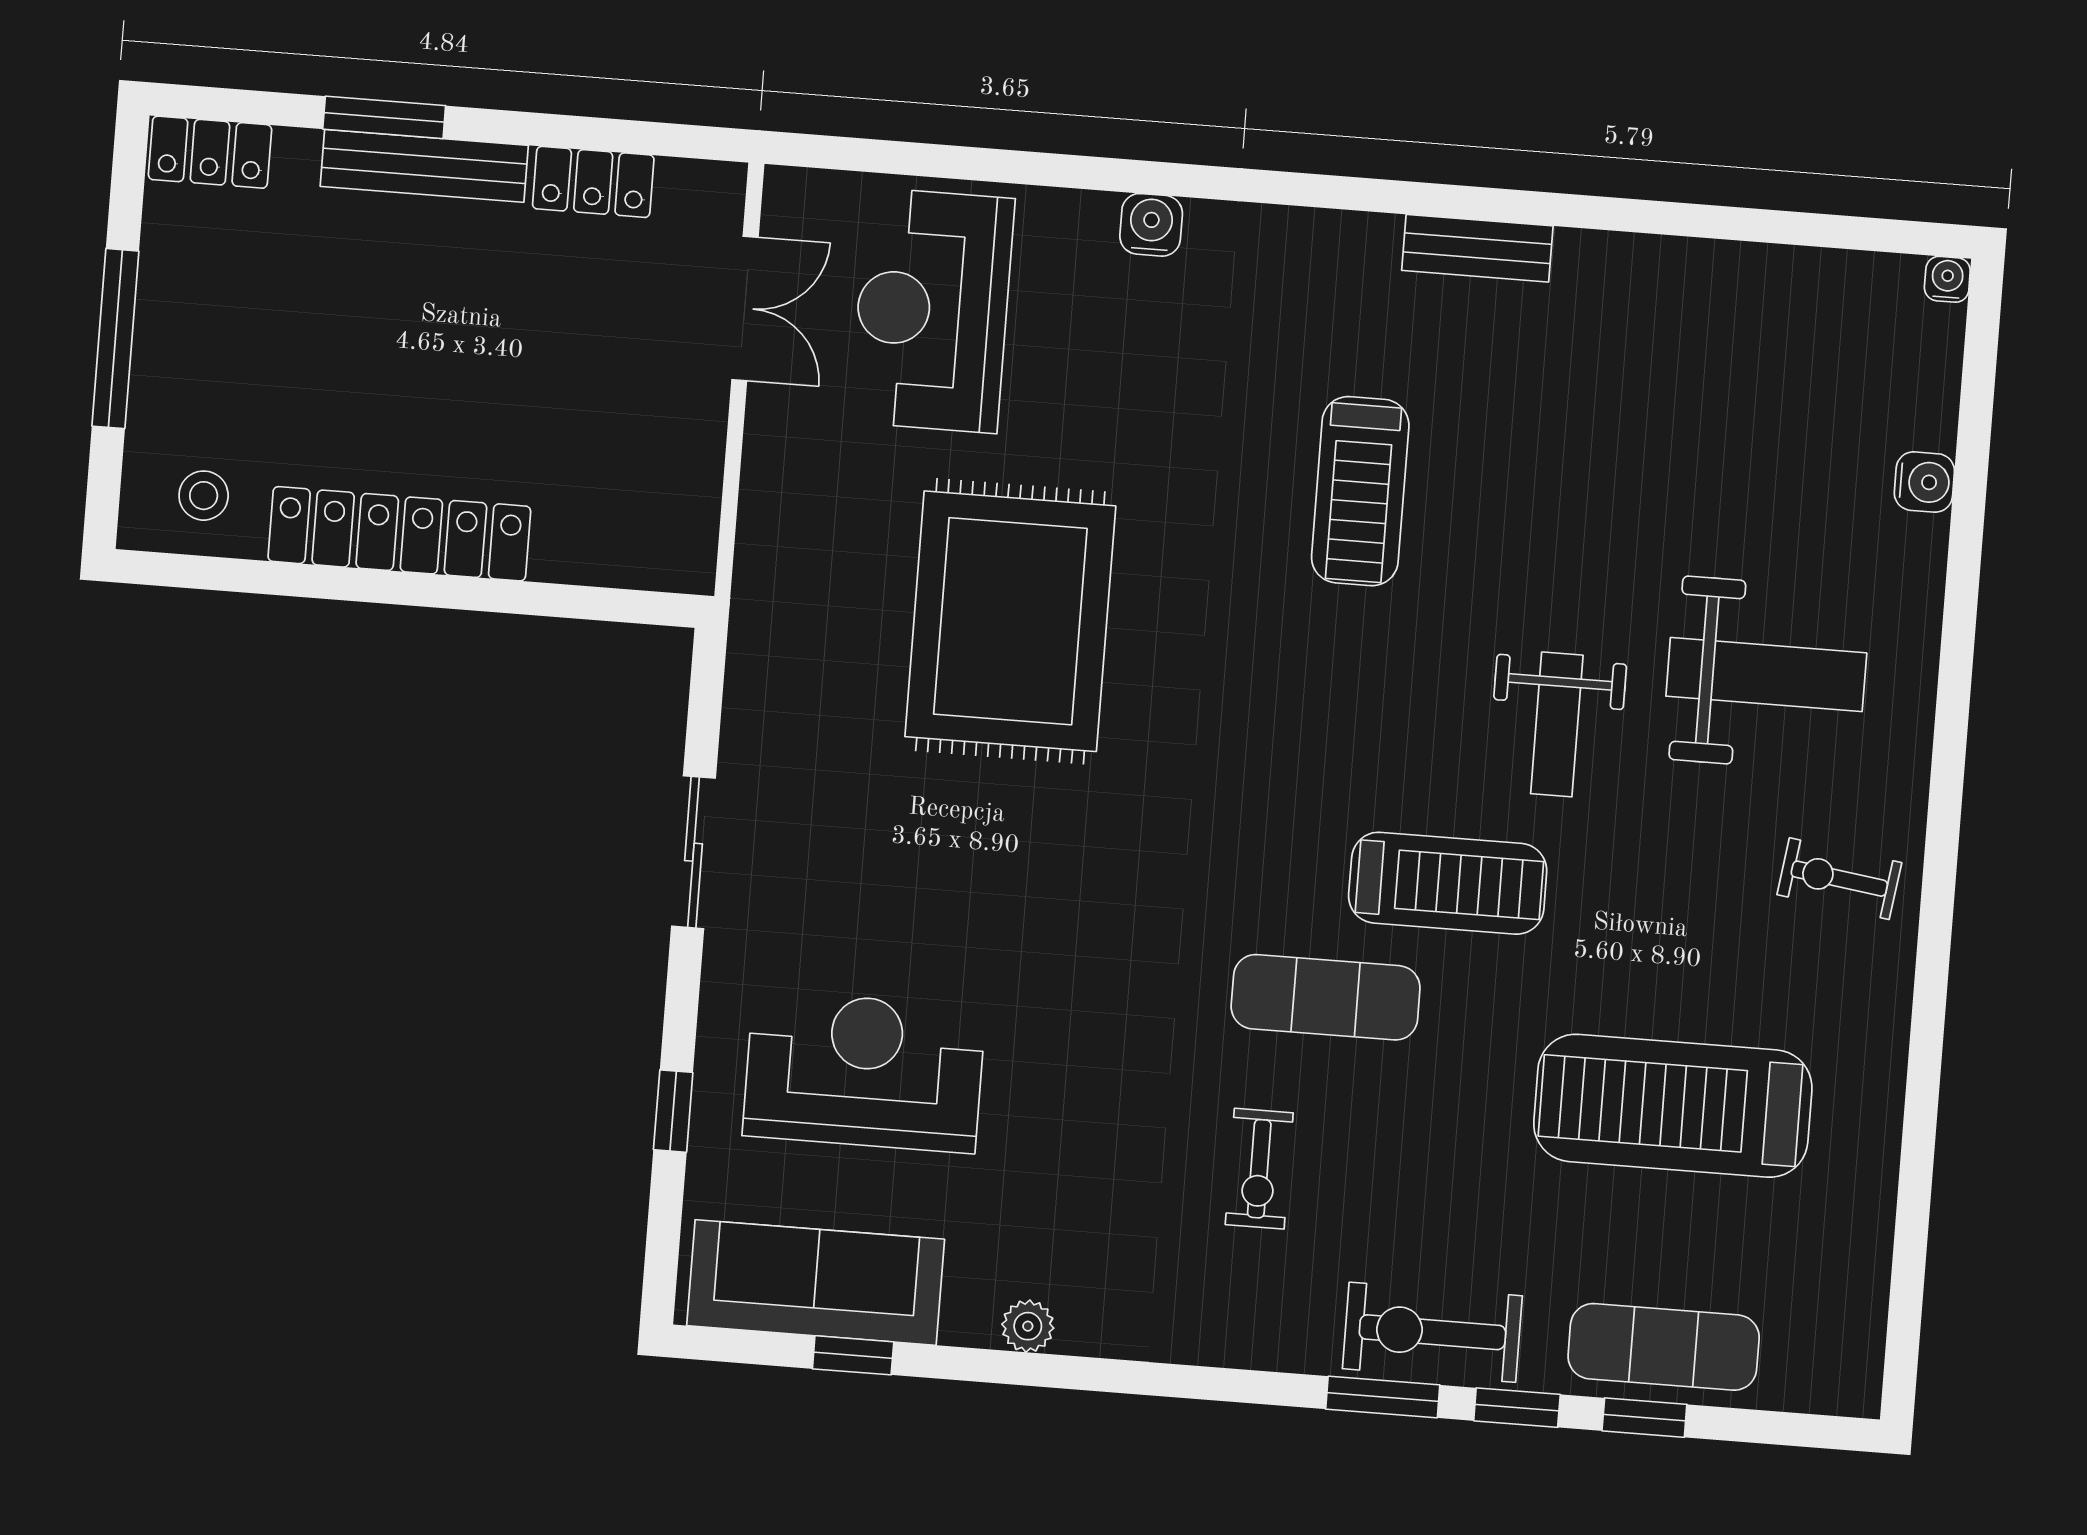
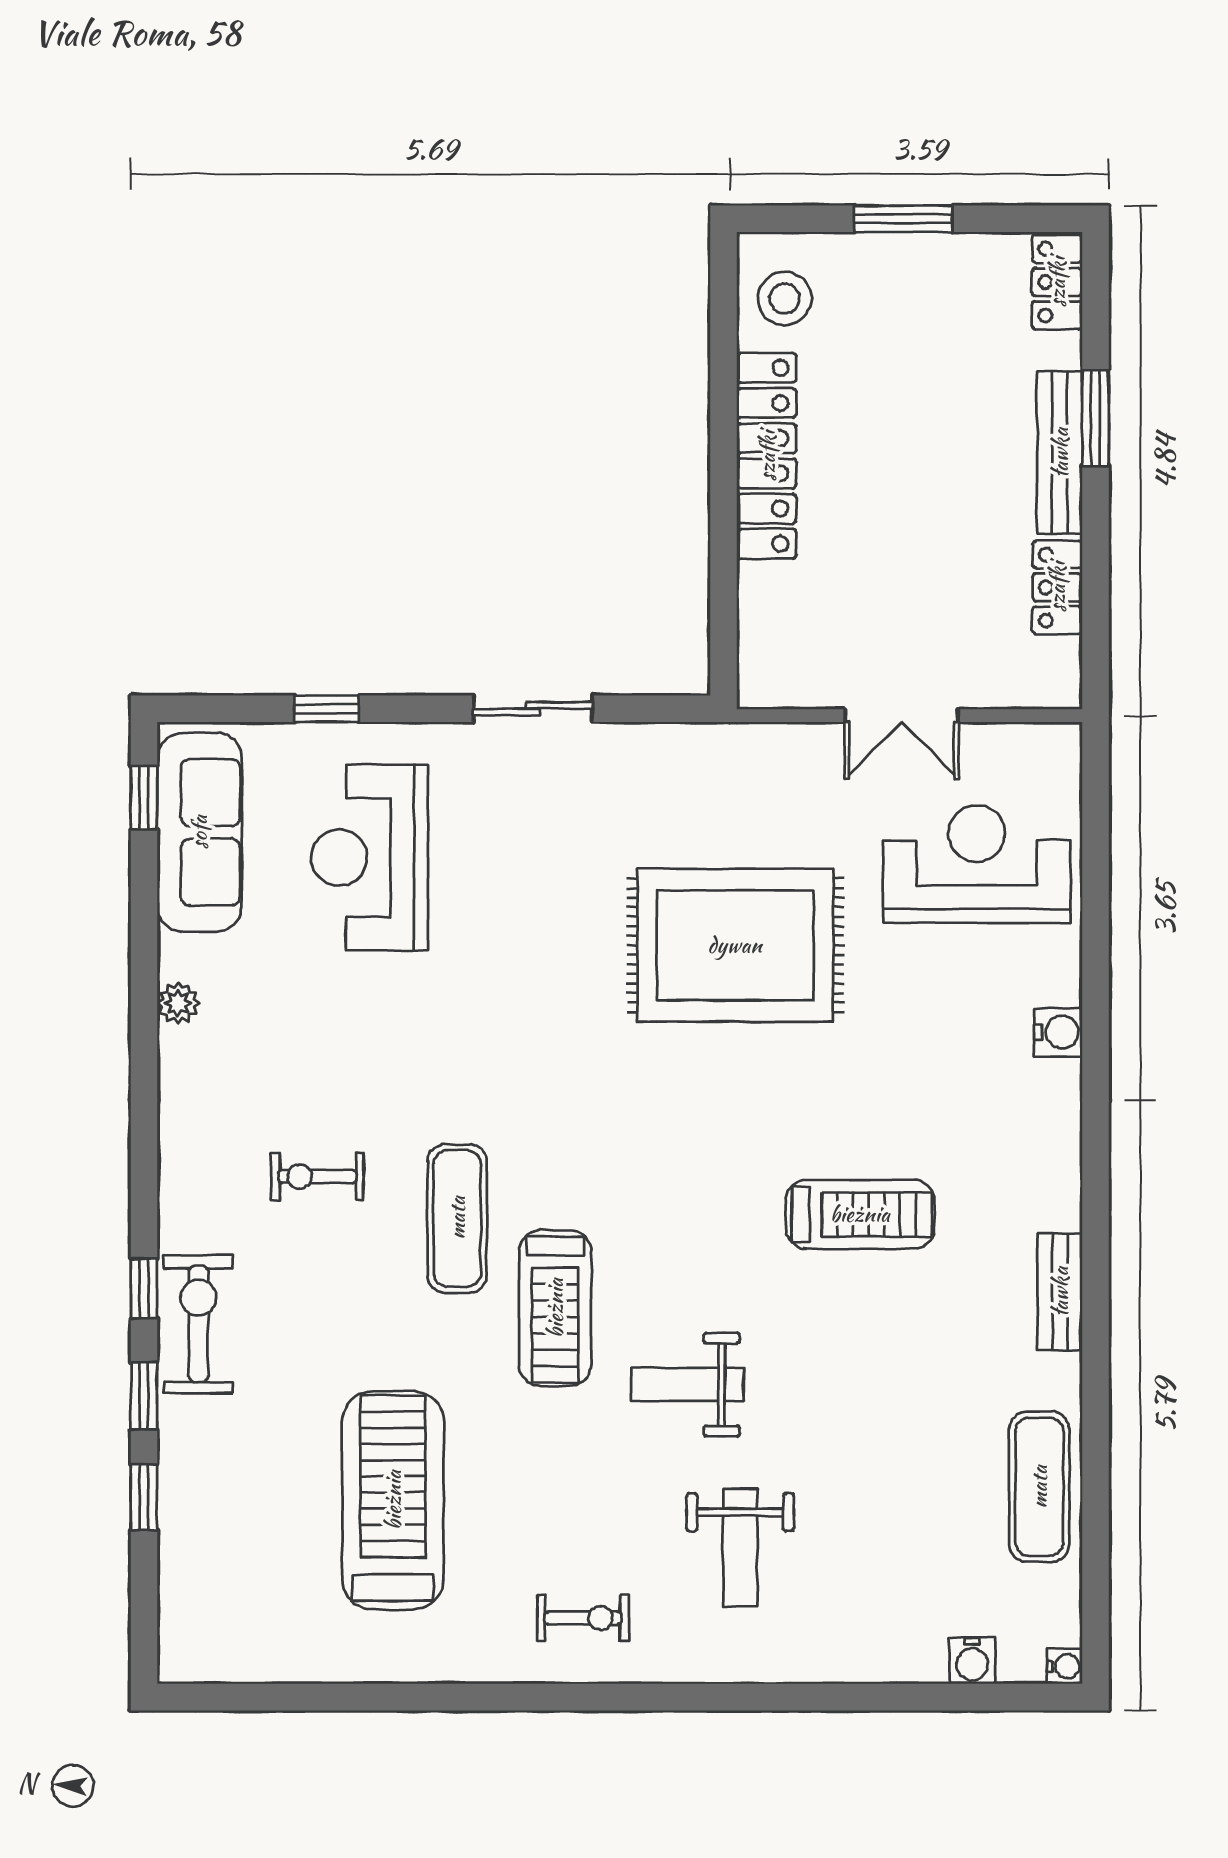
double door: (745, 308) -> (902, 716), moved
window: (115, 339) -> (904, 219), width x0.69
water cooler: (1924, 482) -> (972, 1661), moved
treadmill: (1360, 491) -> (860, 1214), turned 180
stool: (204, 496) -> (785, 298), width x1.37, depth x1.37
weight bench: (1766, 675) -> (740, 1547), width x0.73, depth x0.75
exercise bike: (1839, 879) -> (583, 1618), turned 82
reception desk: (864, 1072) -> (370, 858), turned 180
exercise mat: (1664, 1347) -> (1039, 1487), moved
window: (853, 1355) -> (144, 798), moved
window: (1383, 1397) -> (144, 1289), width x0.67

